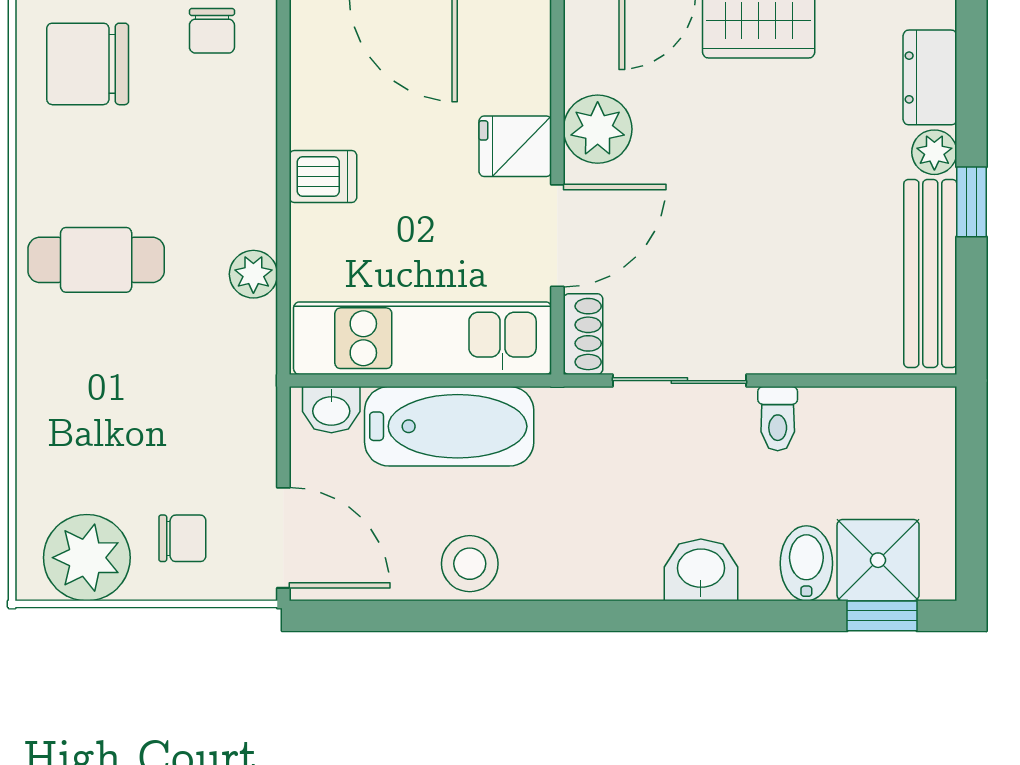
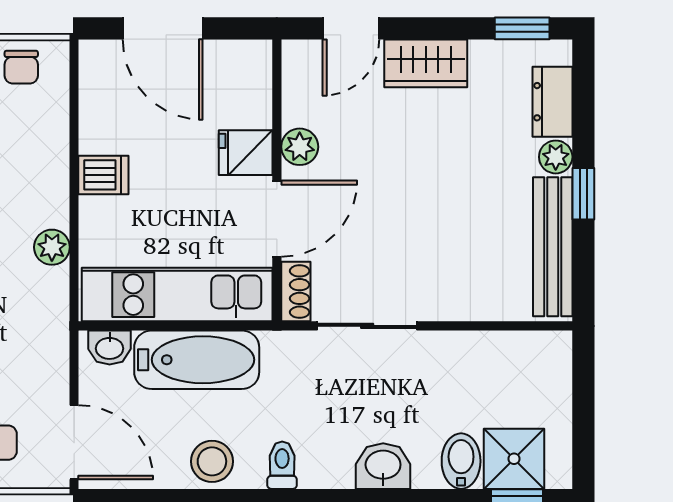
plant: (598, 129) -> (300, 147), width x0.73, depth x0.73
toilet: (778, 419) -> (282, 465), moved, turned 180

